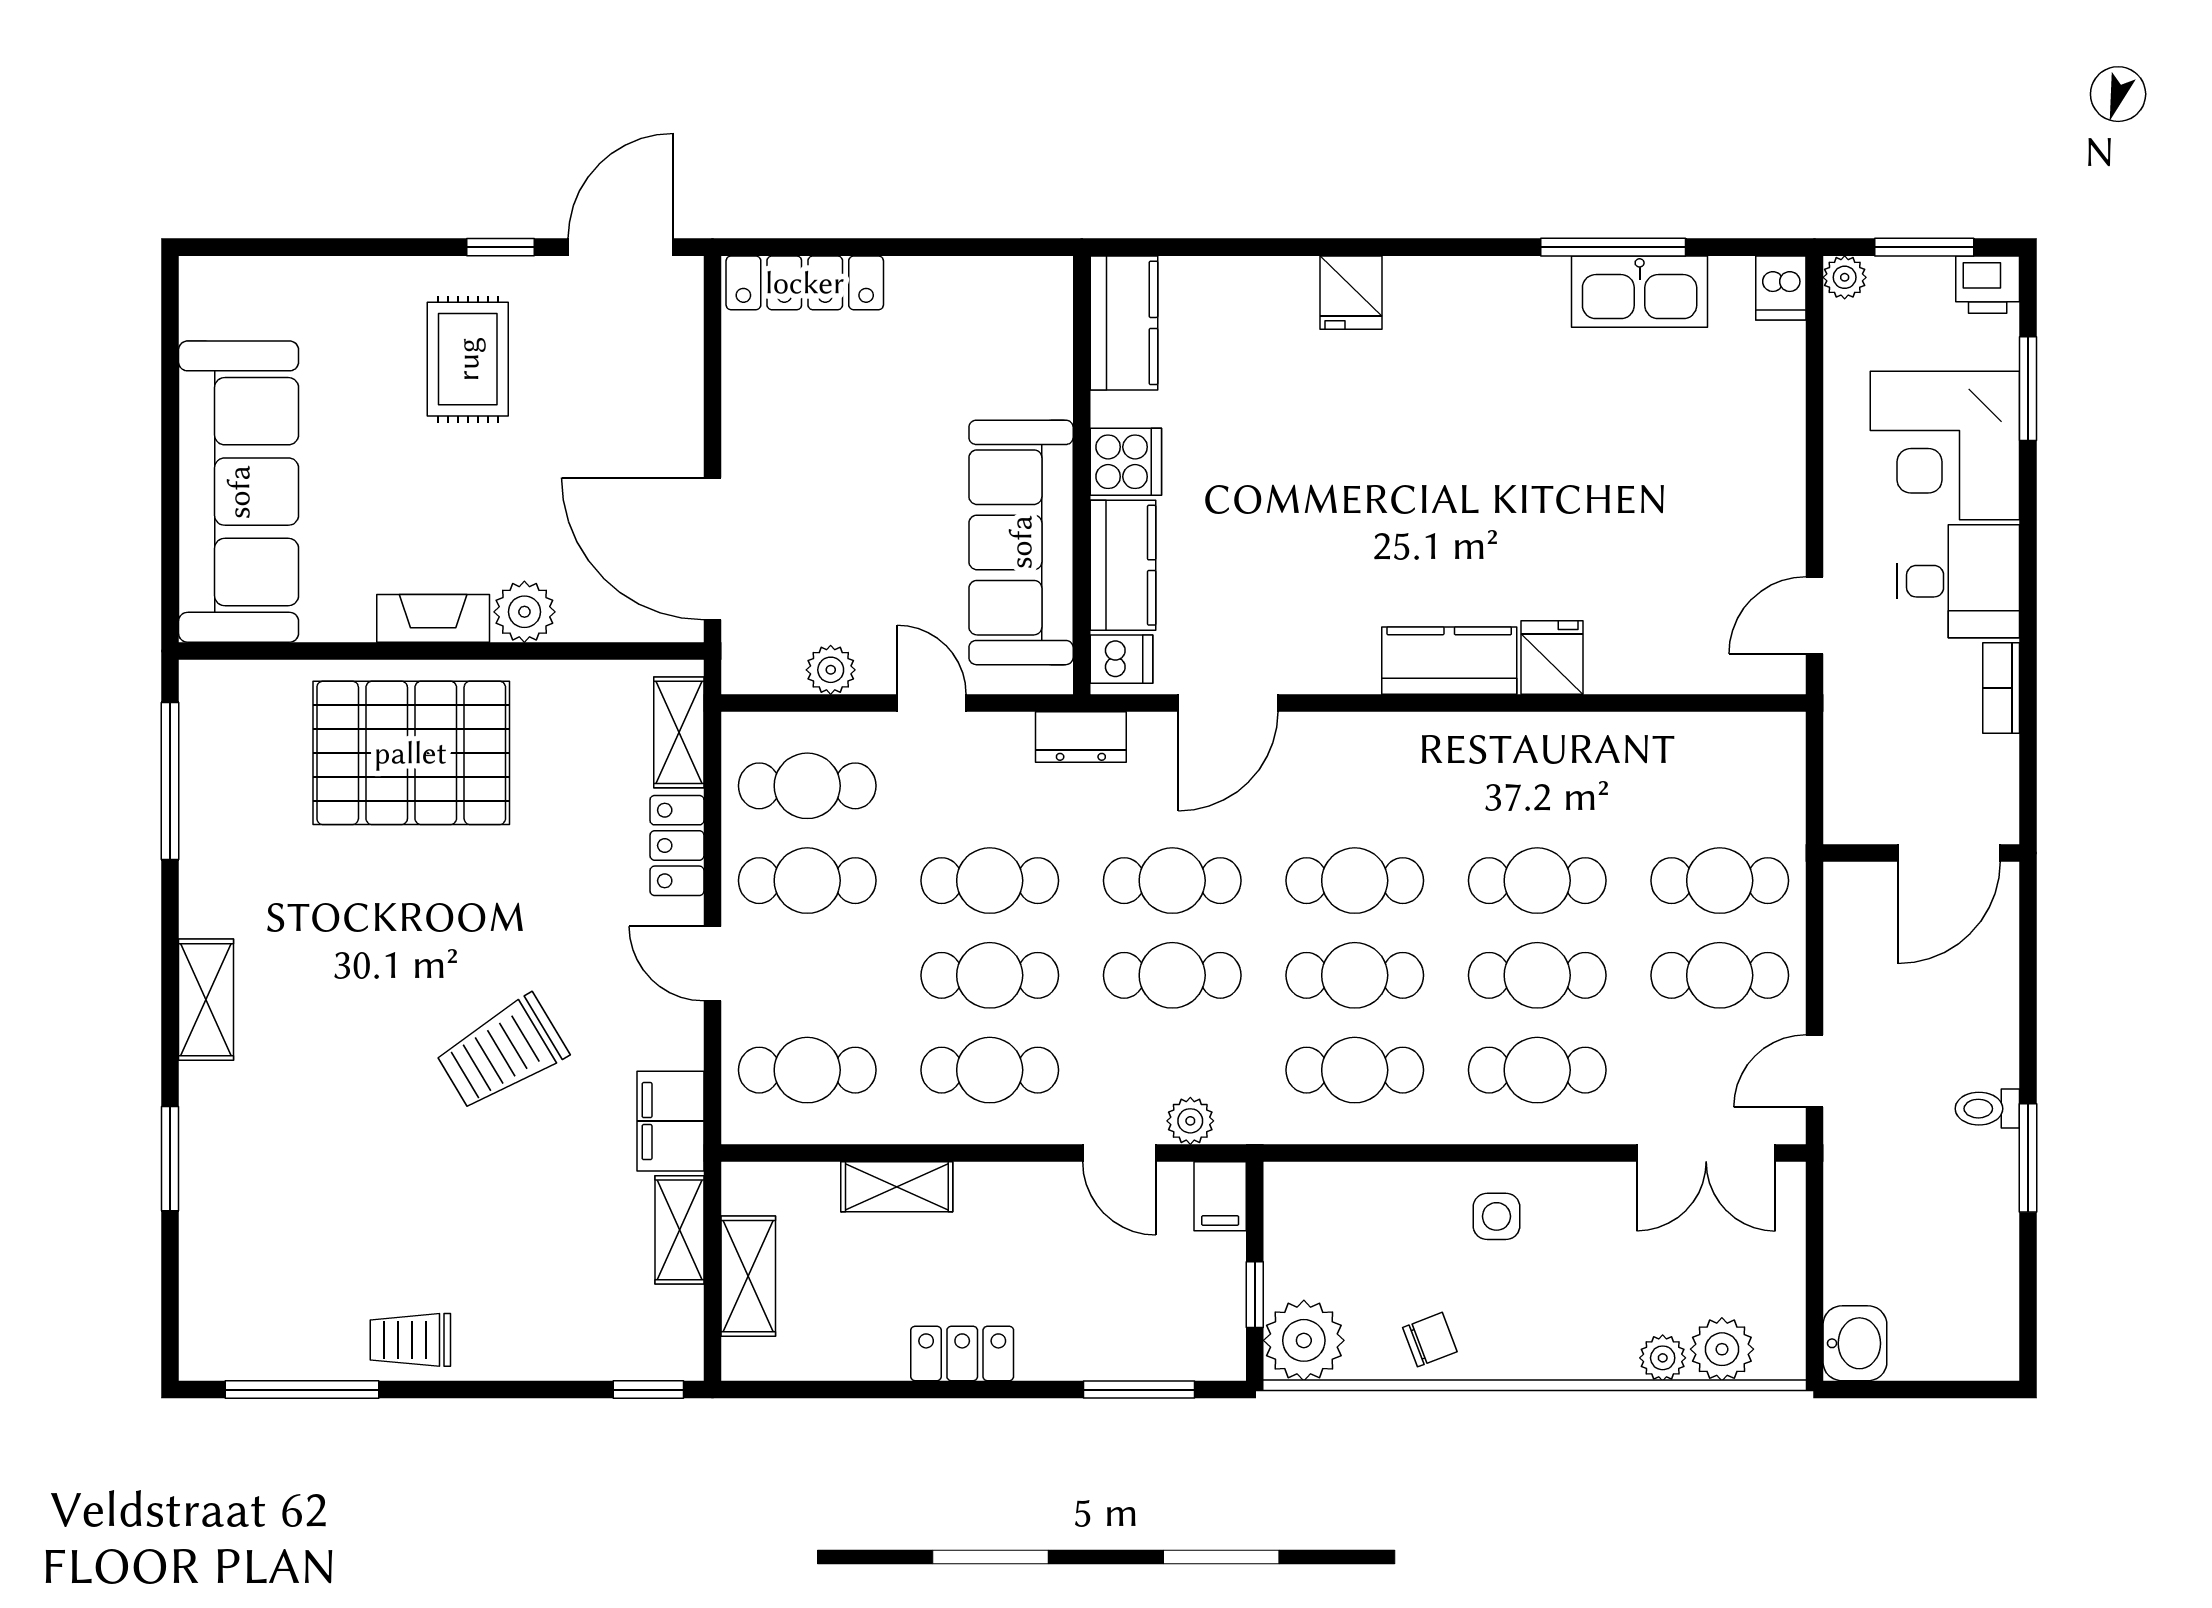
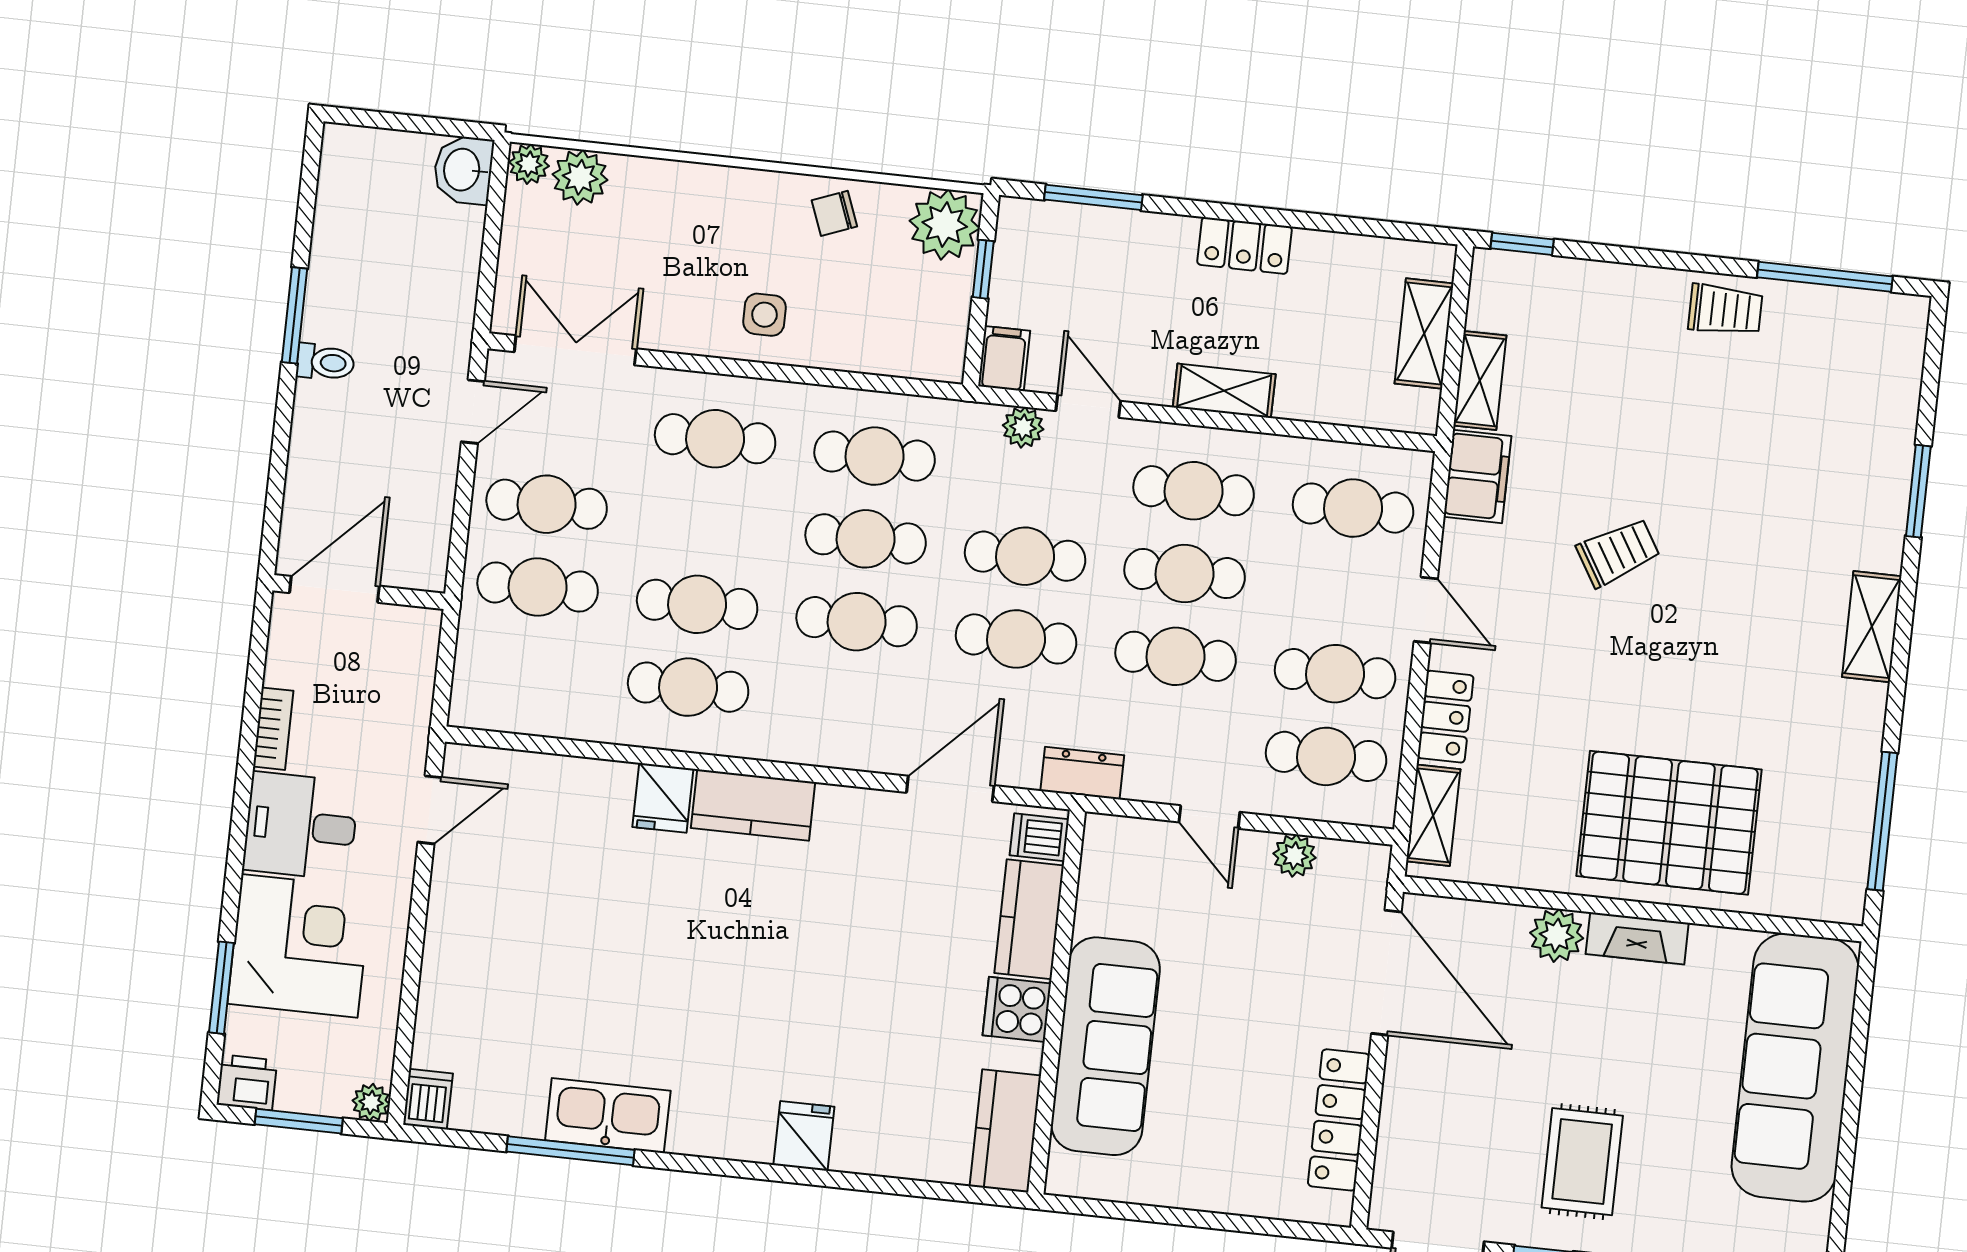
locker: (805, 283) -> (1339, 1120), moved, turned -90
kitchen sink: (1640, 292) -> (608, 1116), moved
sofa: (1021, 542) -> (1105, 1046), moved
cafe table: (1537, 975) -> (688, 687), moved
trolley: (502, 1053) -> (1618, 552), width x0.73, depth x0.72
shelving: (897, 1187) -> (1224, 391), moved
plant: (1663, 1358) -> (529, 164), moved

